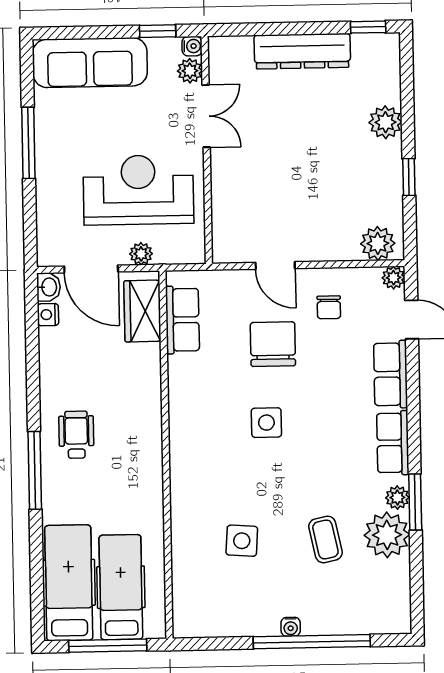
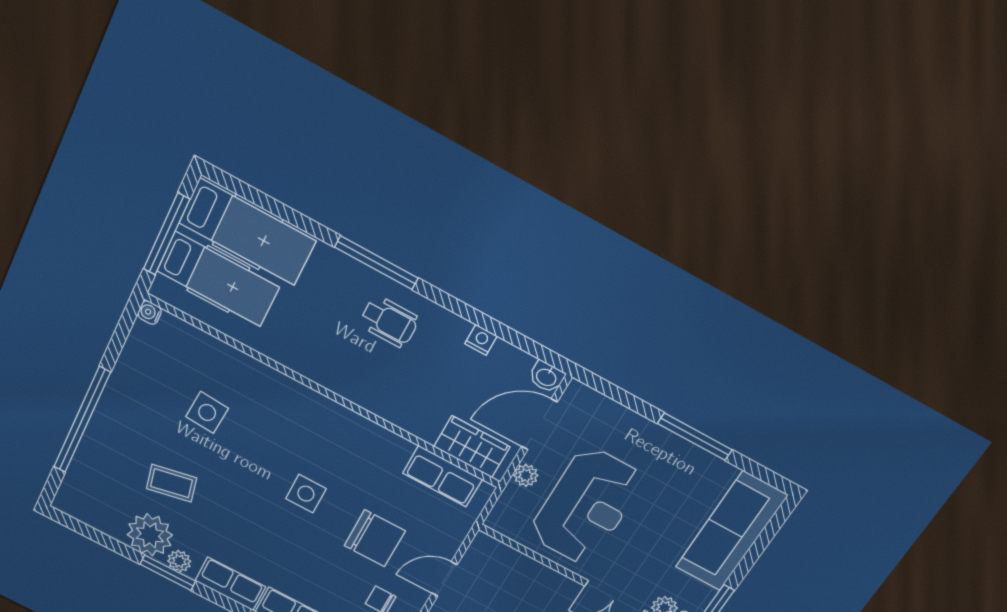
nightstand: (48, 315) -> (481, 340), moved
water cooler: (291, 627) -> (150, 313), moved

